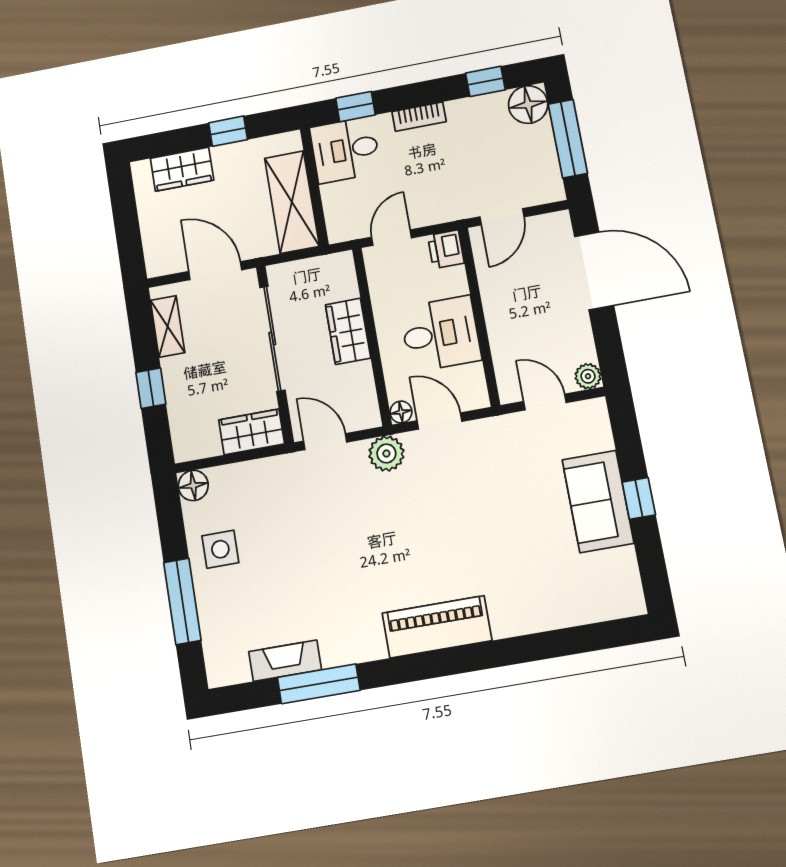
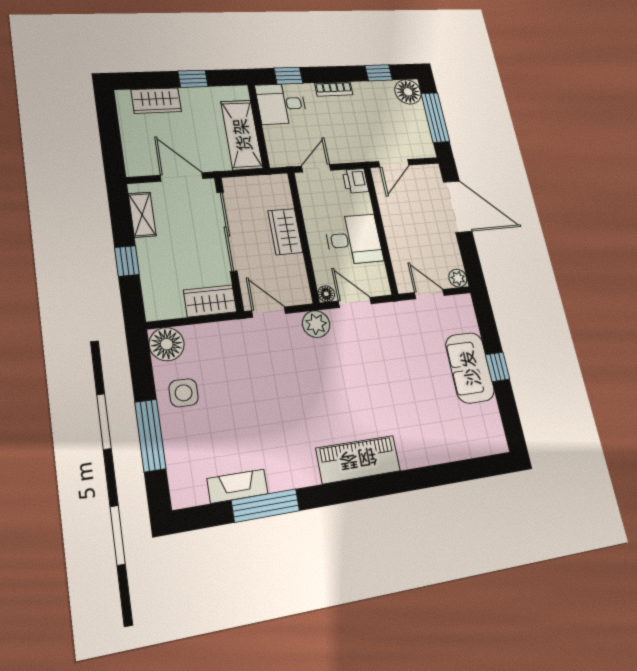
floor lamp: (193, 485) -> (167, 344), width x1.38, depth x1.38

